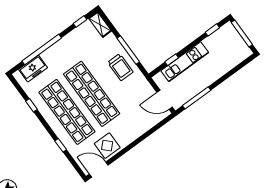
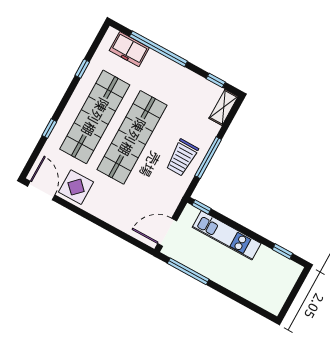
window: (242, 34) -> (295, 290), removed
window: (172, 60) -> (202, 207), moved
door: (165, 100) -> (167, 232), hinge flipped

